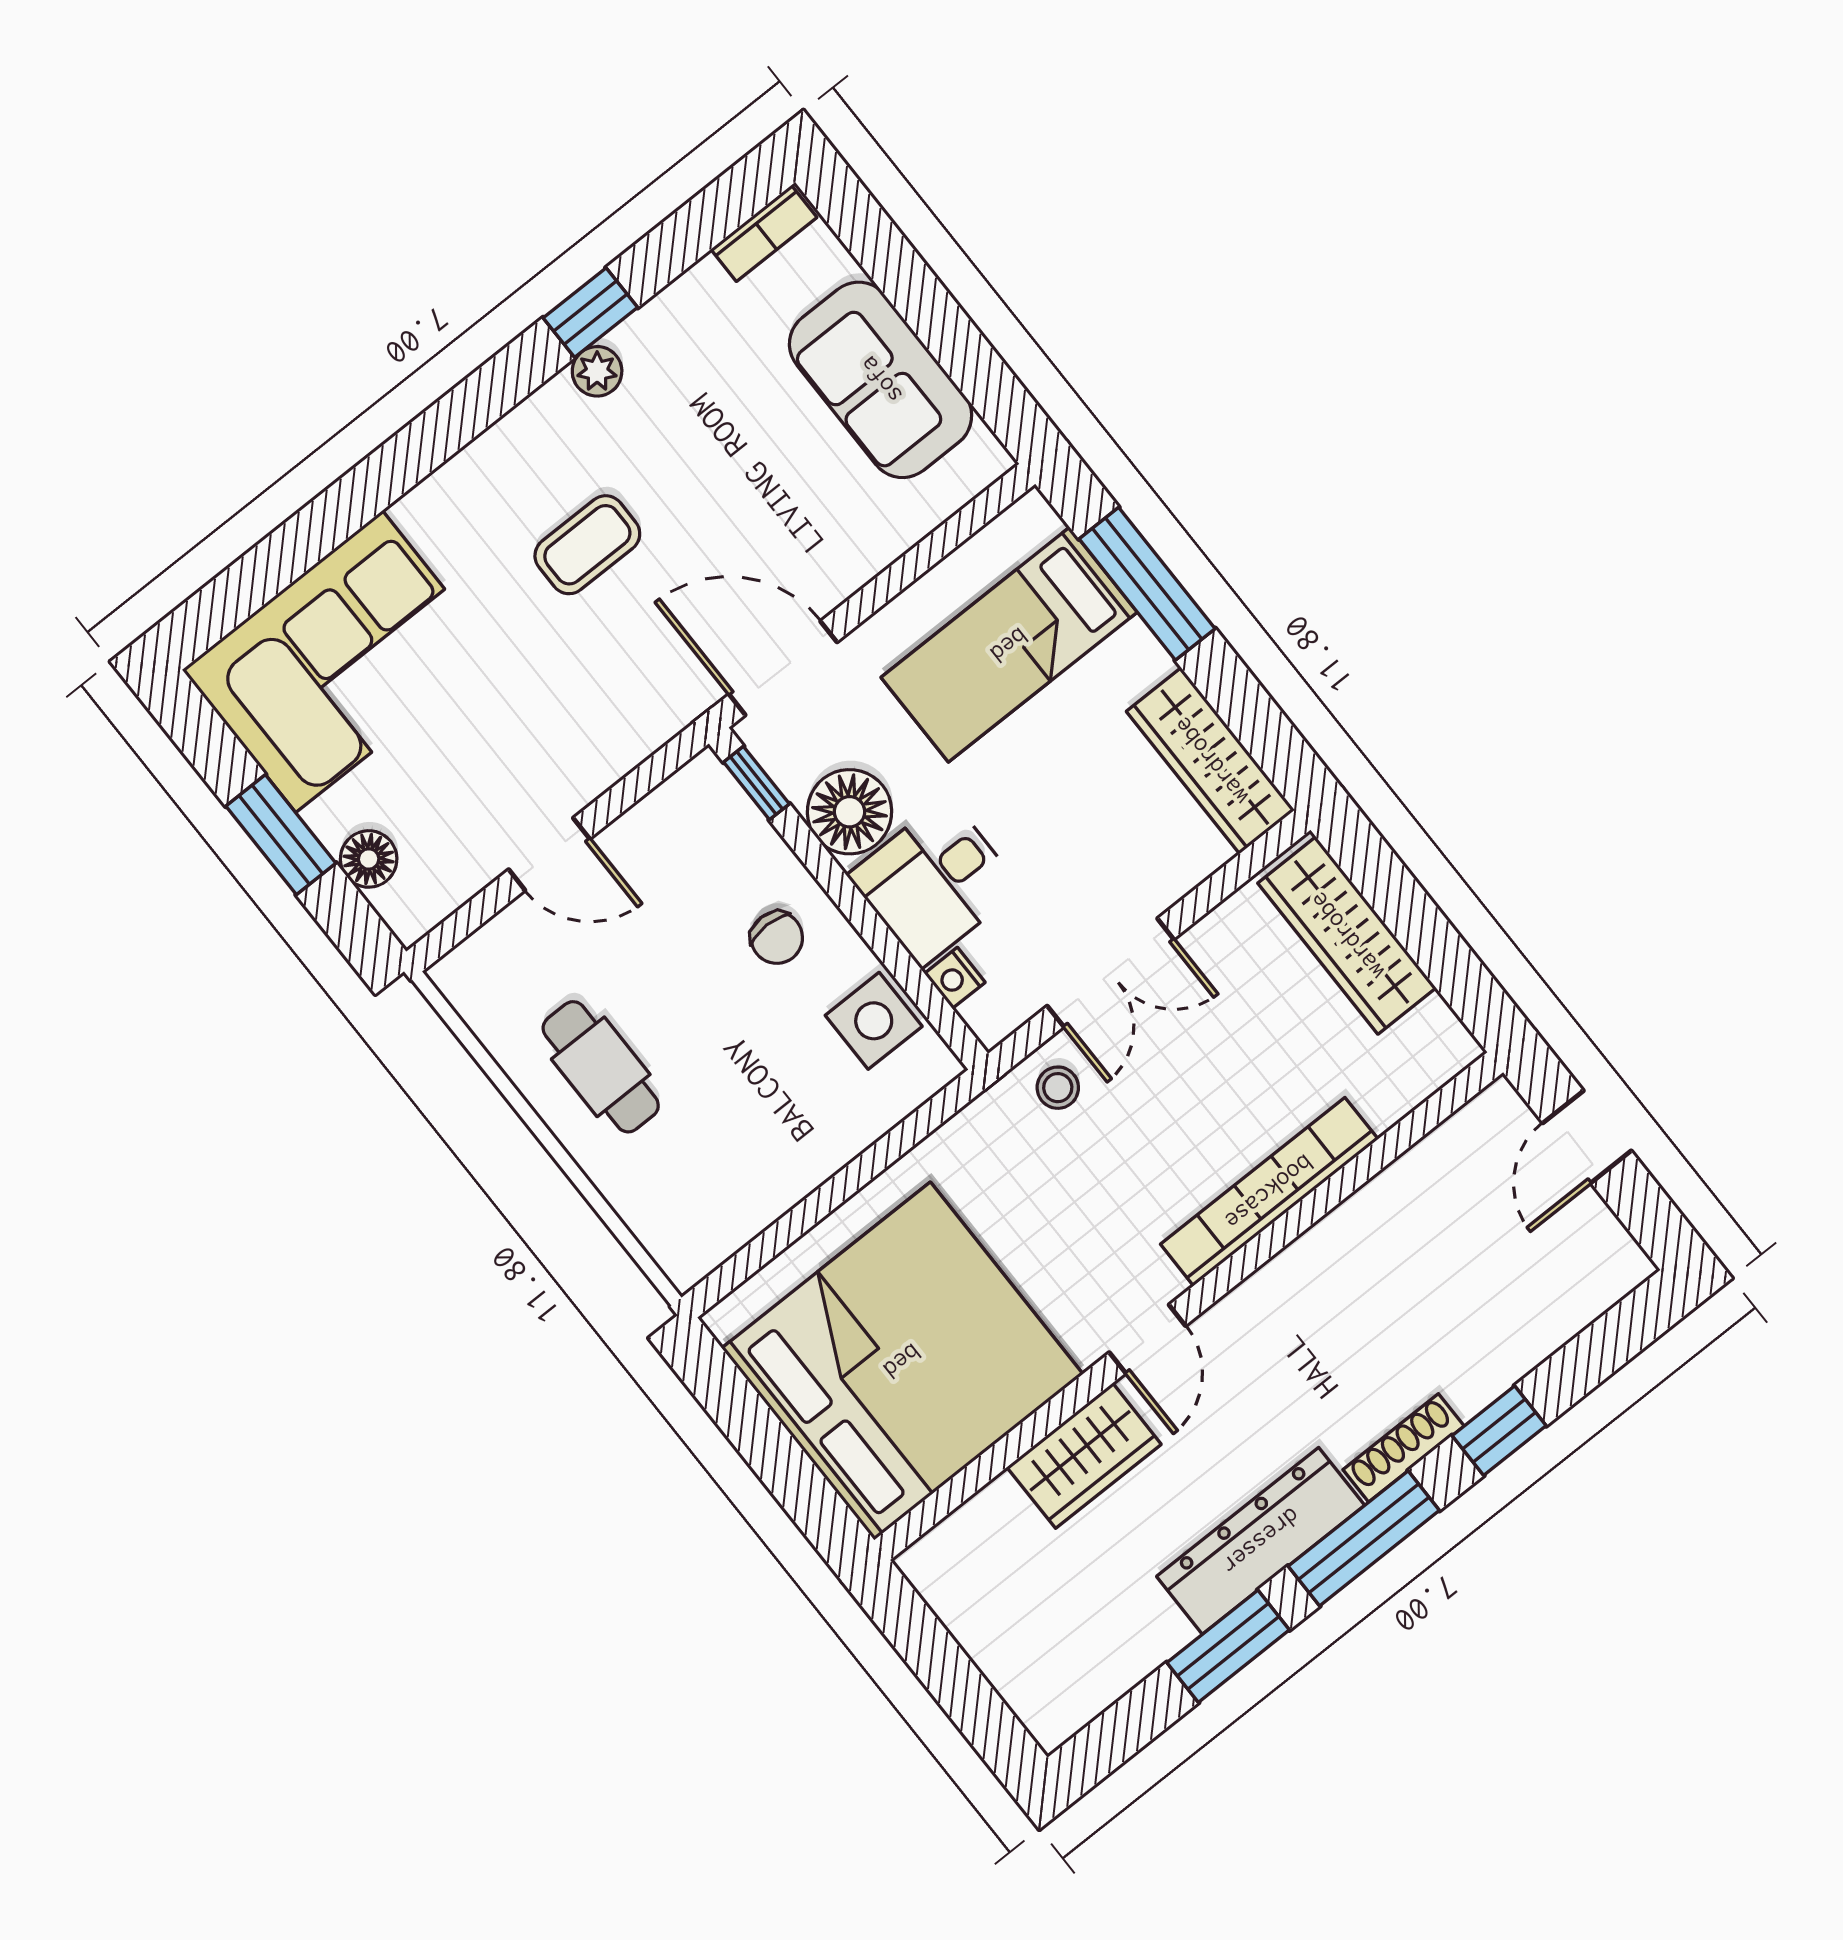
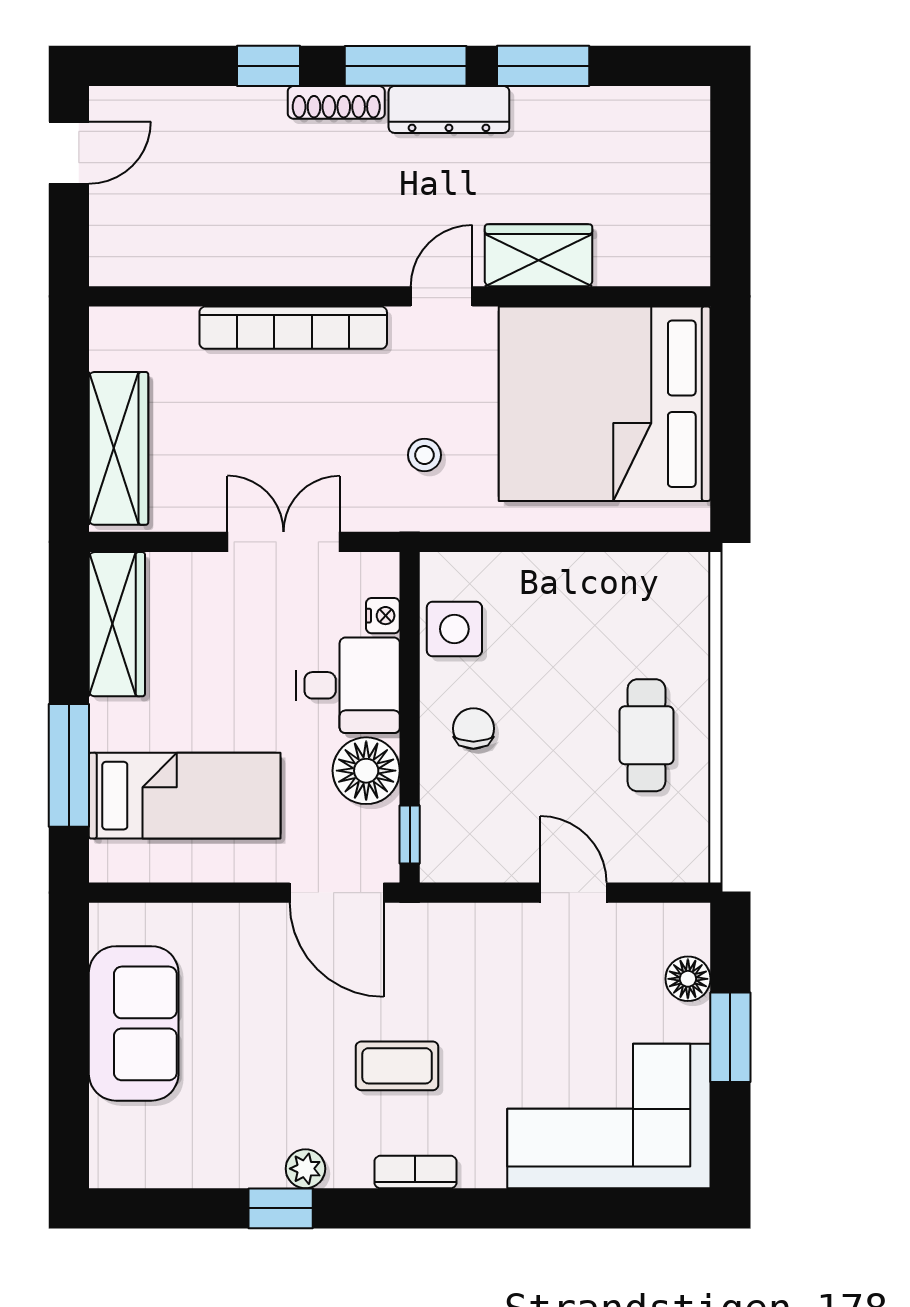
bookcase: (764, 233) -> (415, 1172), moved
stool: (1058, 1088) -> (424, 455), moved
door: (1587, 1137) -> (69, 153), moved
dresser: (1261, 1541) -> (449, 109), width x0.73, depth x0.80

